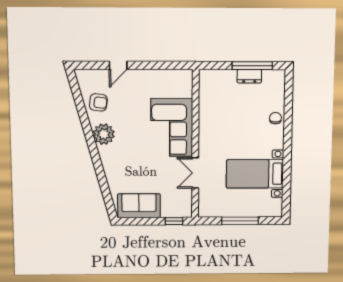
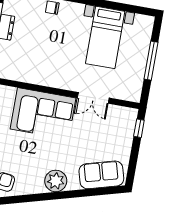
plant: (104, 134) -> (56, 181), moved
sofa: (139, 206) -> (101, 175), moved, turned 74

